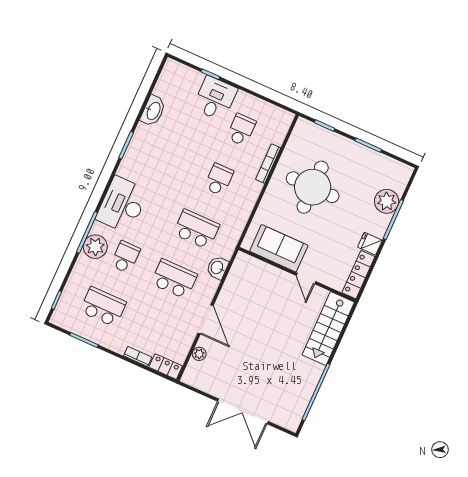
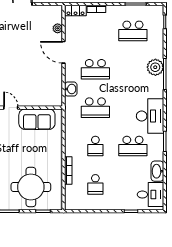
desk: (215, 99) -> (150, 195), moved, turned -90
round table: (313, 187) -> (31, 187), moved
desk: (122, 205) -> (150, 116), moved
school desk: (125, 257) -> (133, 146), moved, width x1.85

